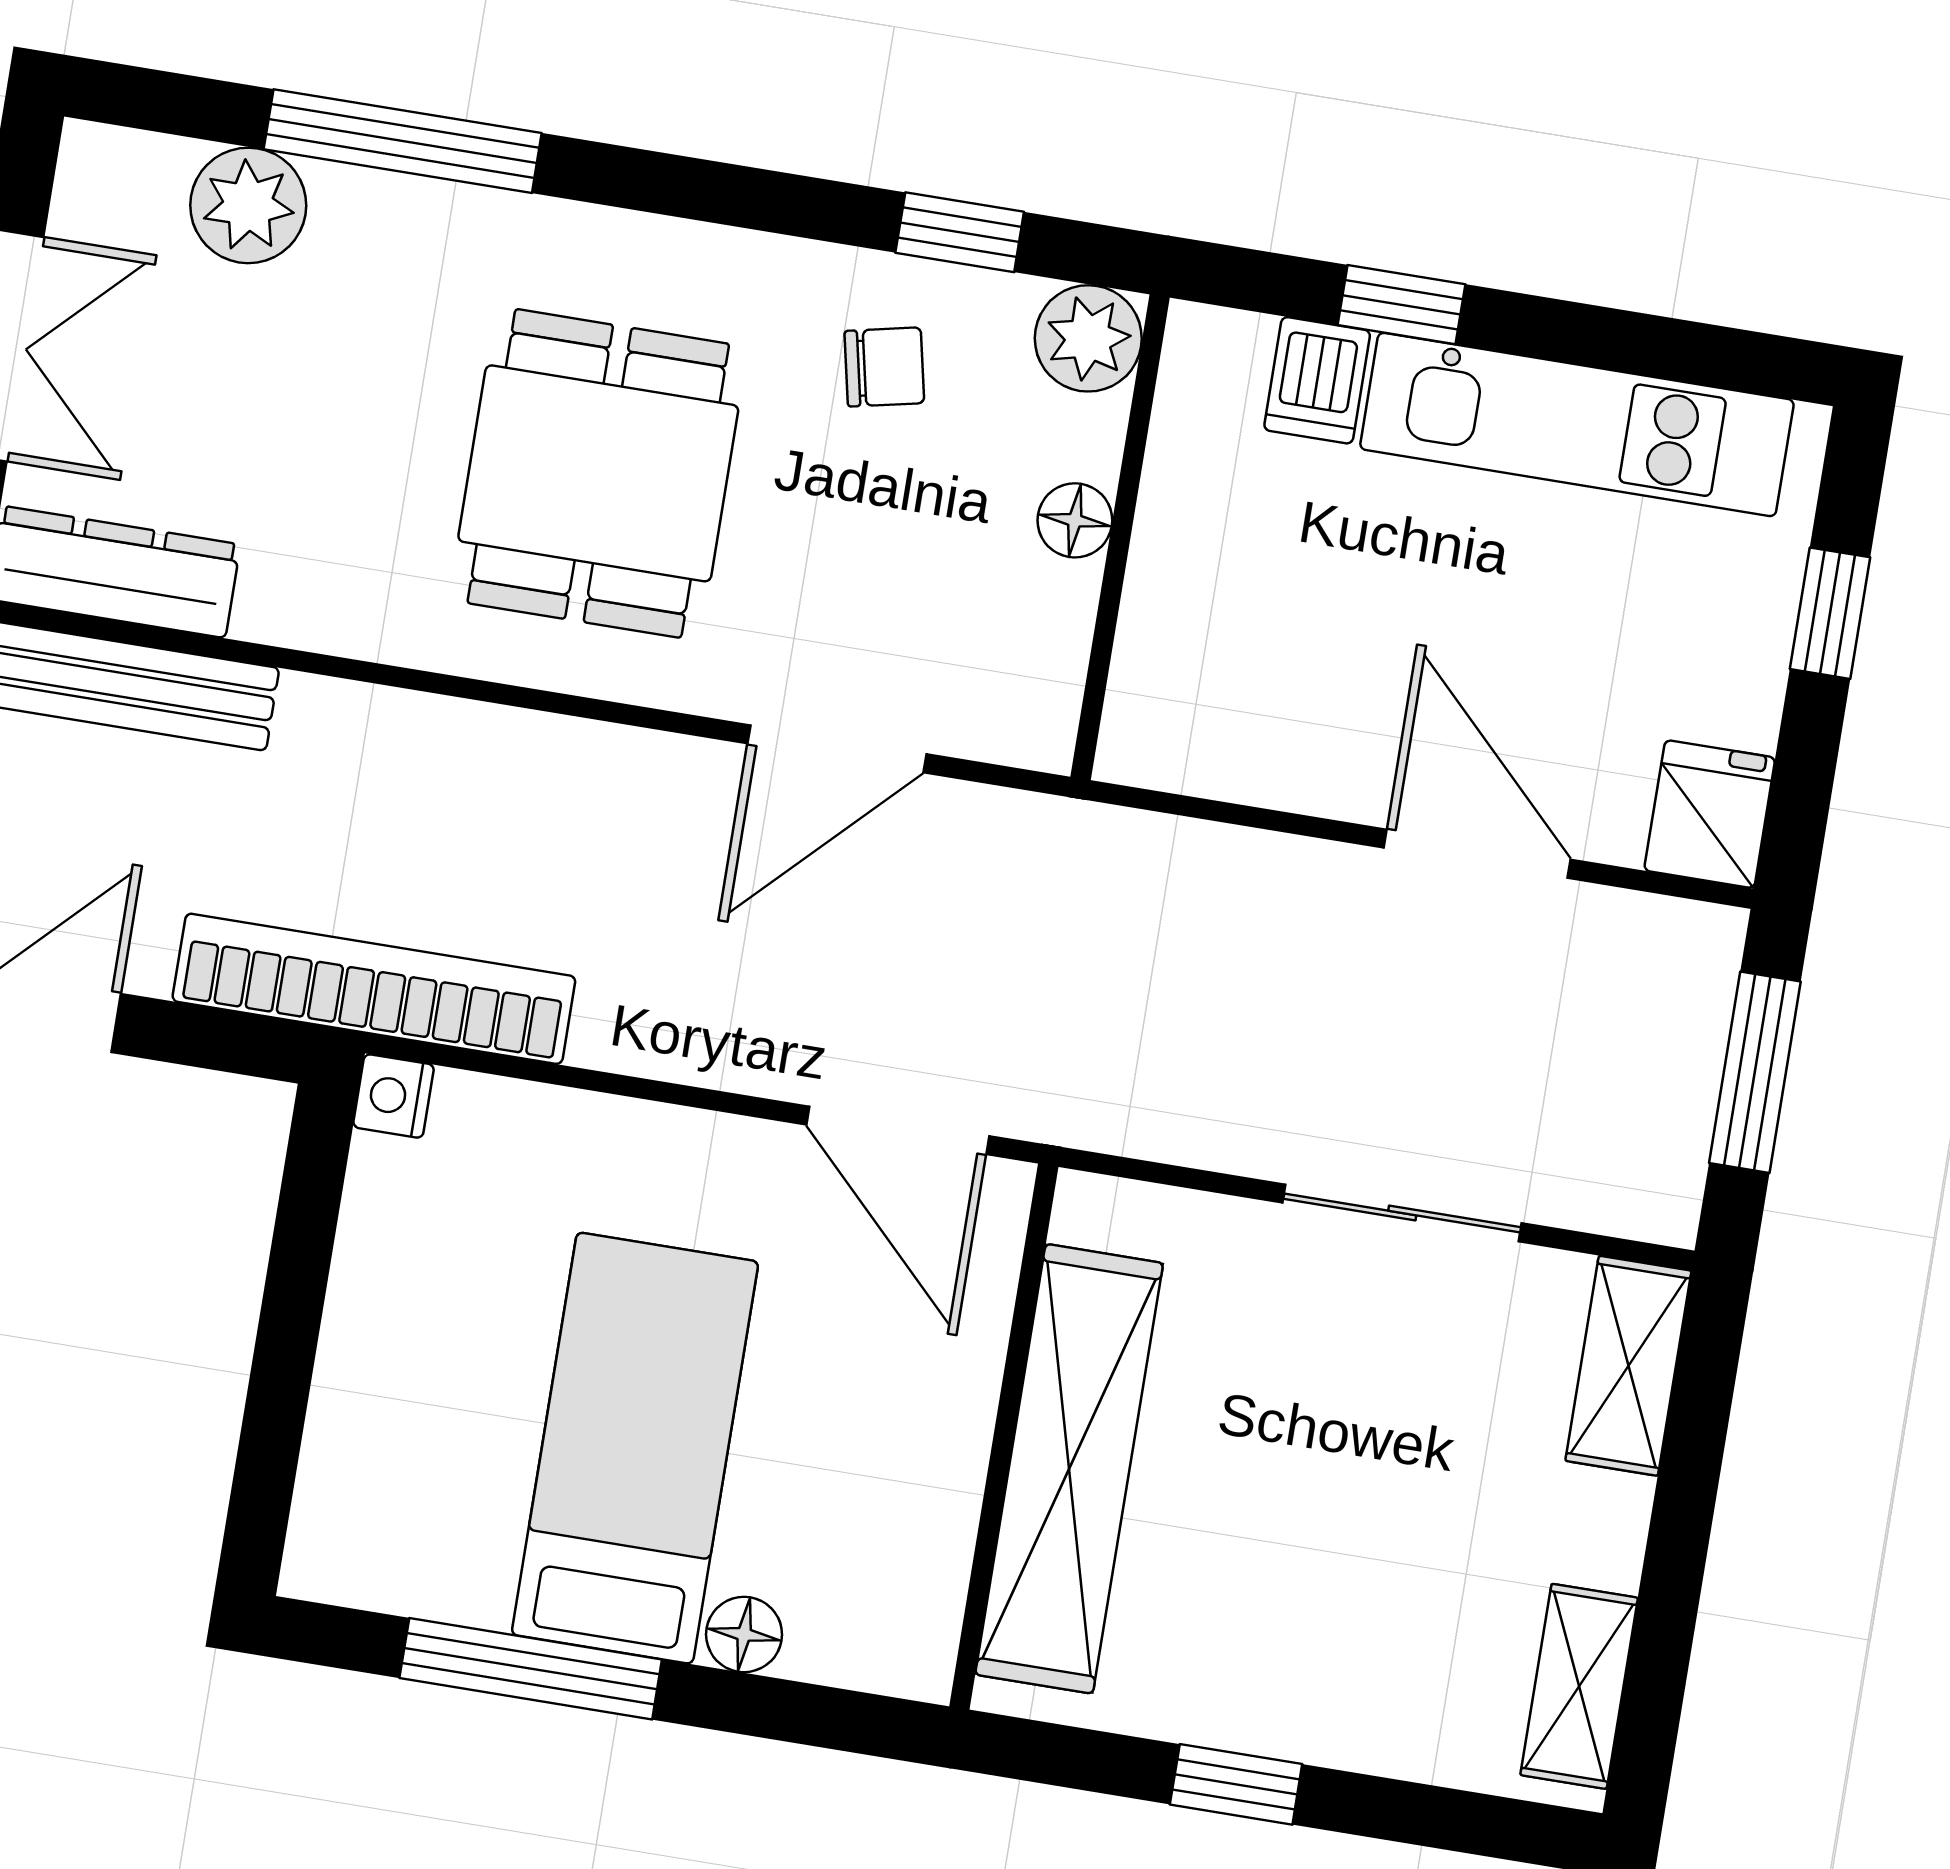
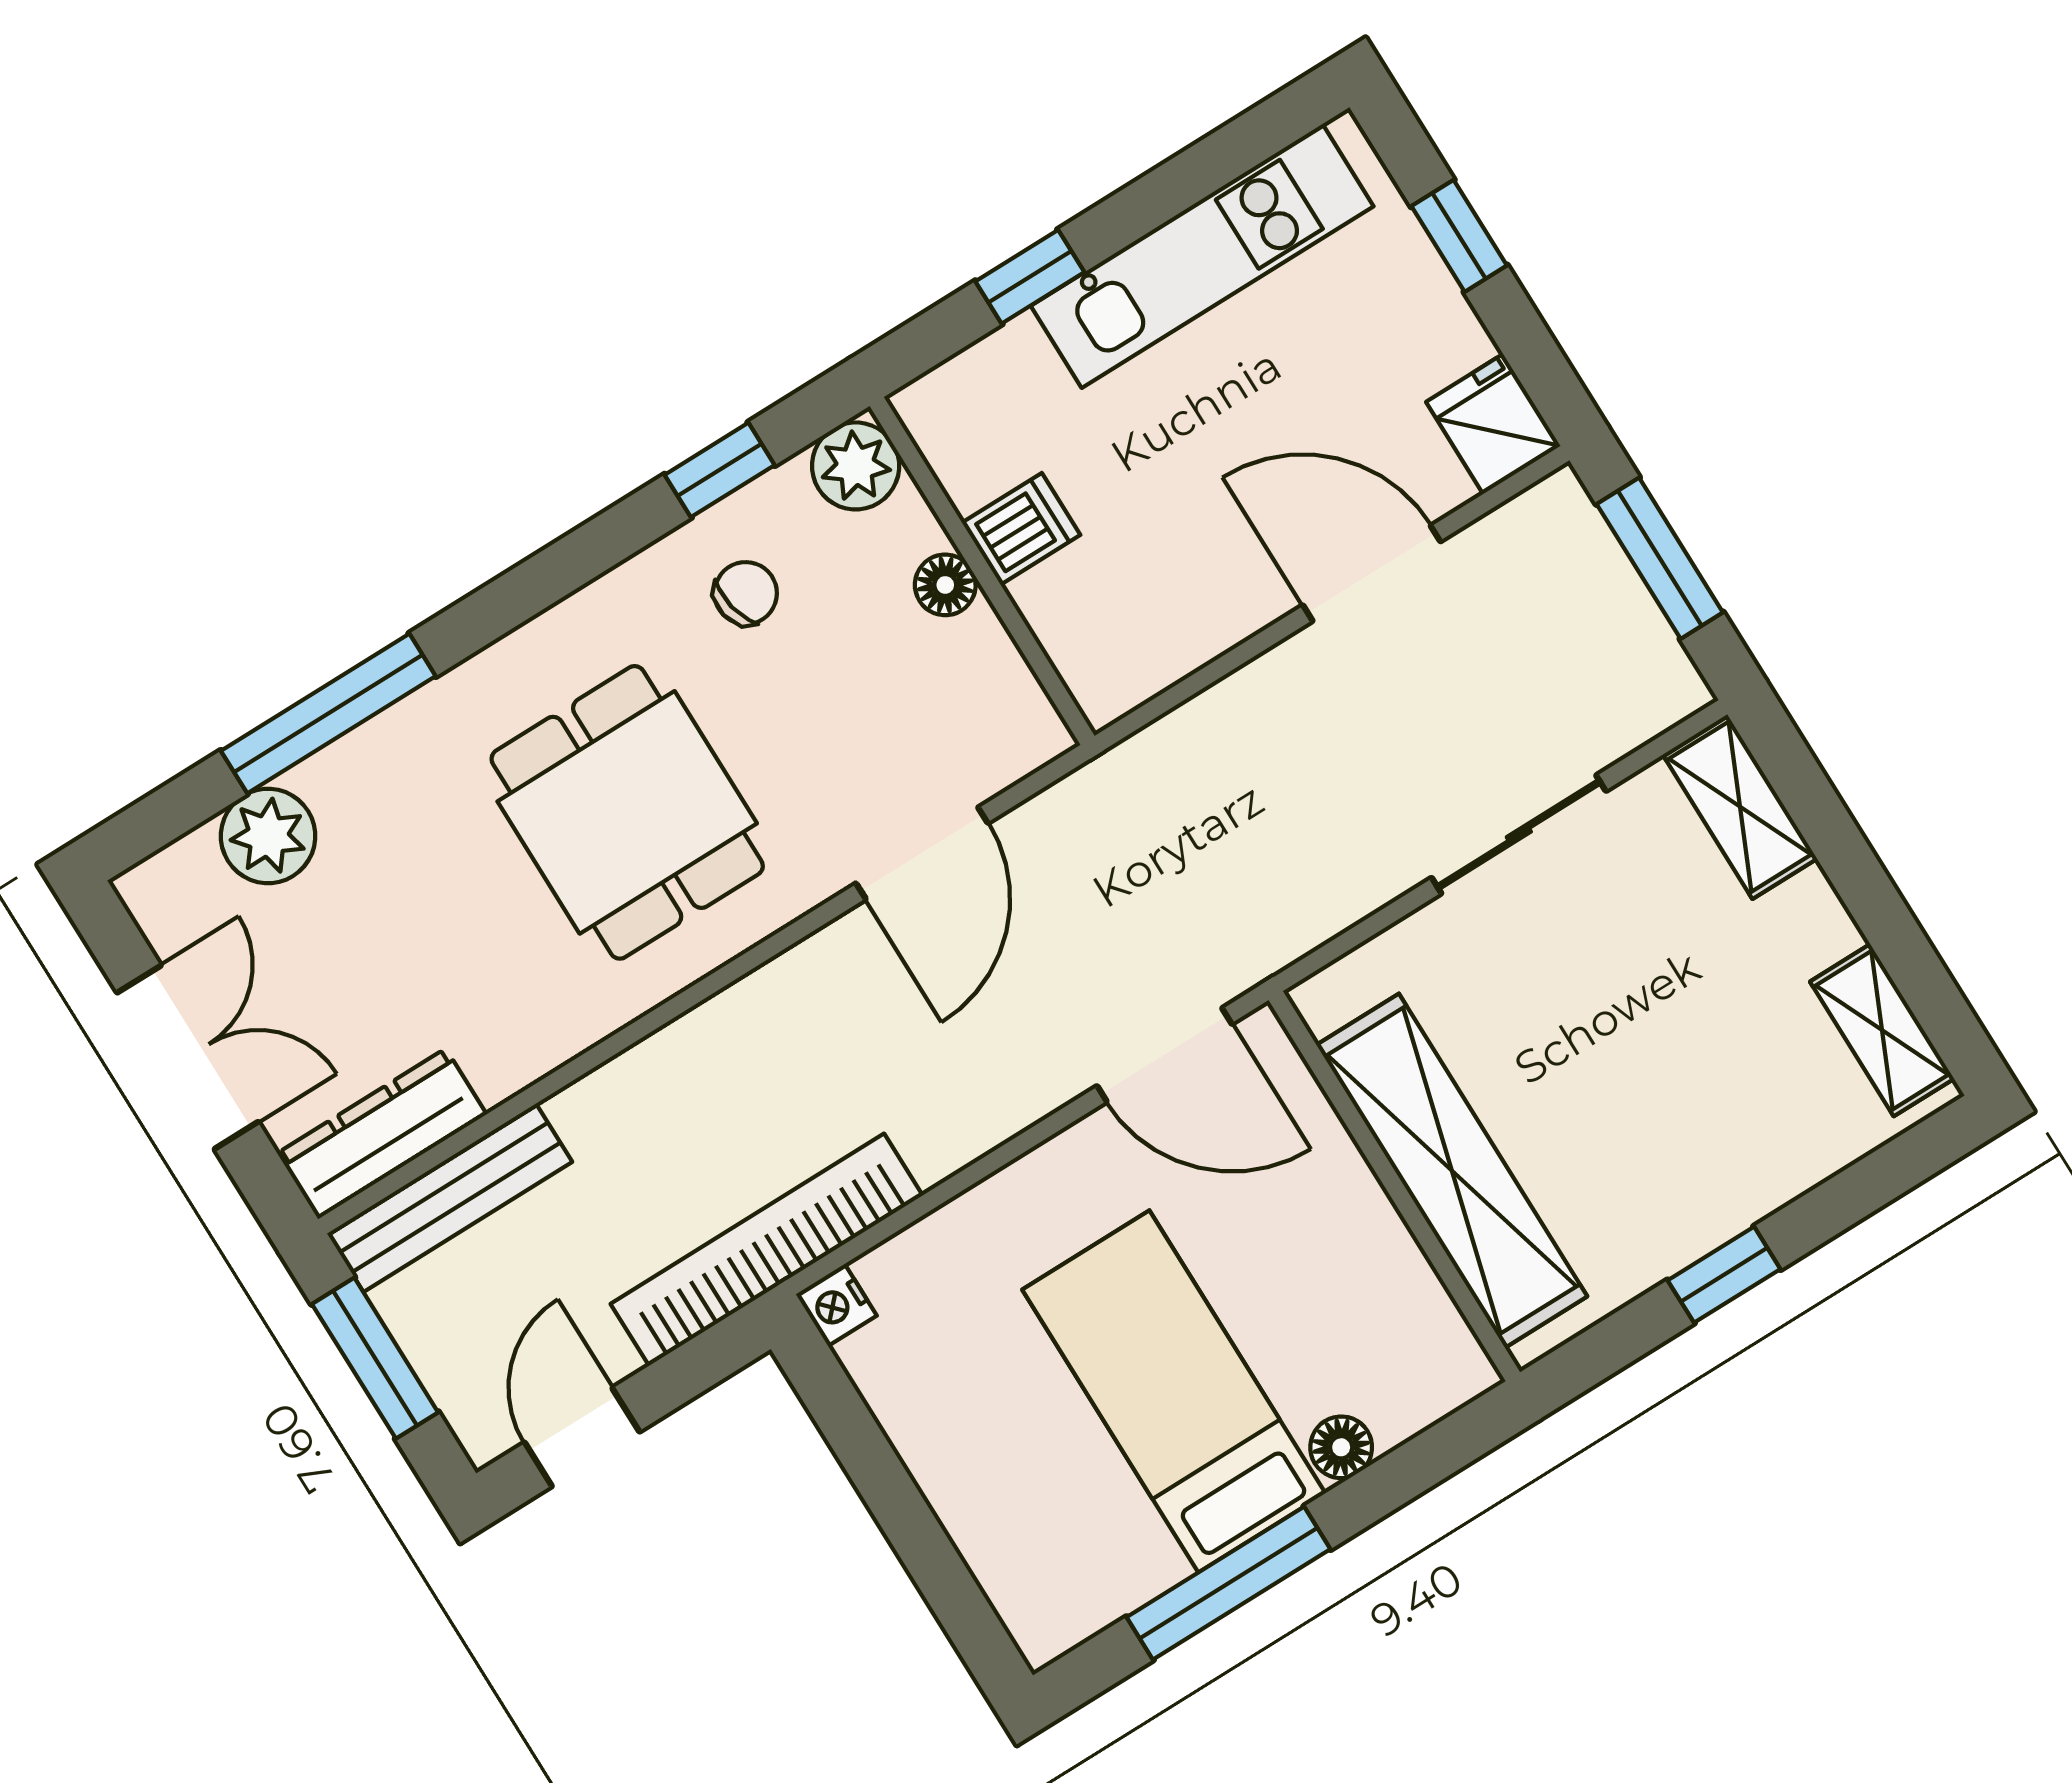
dishwasher: (1317, 380) -> (1021, 529), moved, turned -90

